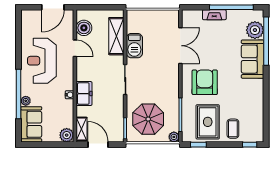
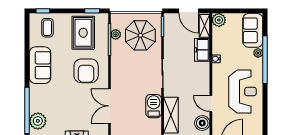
sofa: (253, 59) -> (40, 65), moved
freezer: (84, 94) -> (202, 50), moved
coffee table: (233, 129) -> (47, 28), moved
plant: (174, 137) -> (116, 34), moved

